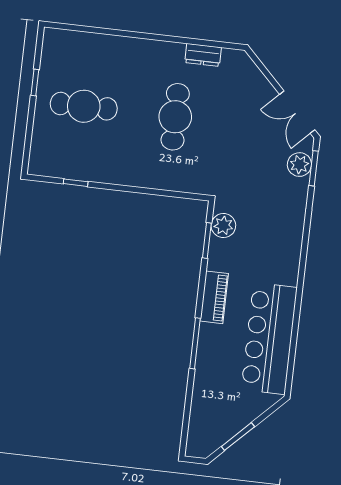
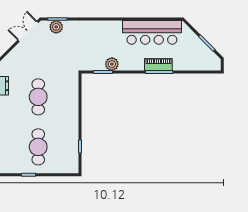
double door: (297, 112) -> (28, 31), swing flipped
cafe table: (175, 117) -> (38, 97), turned 90
plant: (223, 226) -> (112, 64), moved
piano: (214, 297) -> (158, 65), moved

